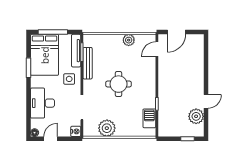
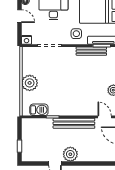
bench: (164, 81) -> (74, 123), added
round table: (119, 84) -> (72, 81), removed
plant: (196, 116) -> (70, 154), moved
plant: (107, 128) -> (30, 83), moved

